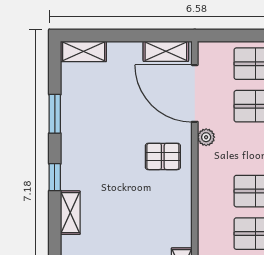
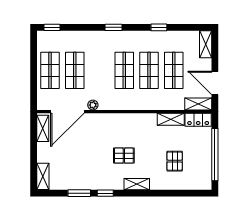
pallet: (163, 156) -> (124, 156), moved, turned 90
window: (55, 177) -> (105, 193), moved

